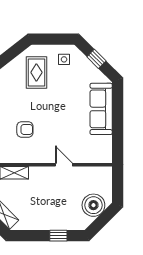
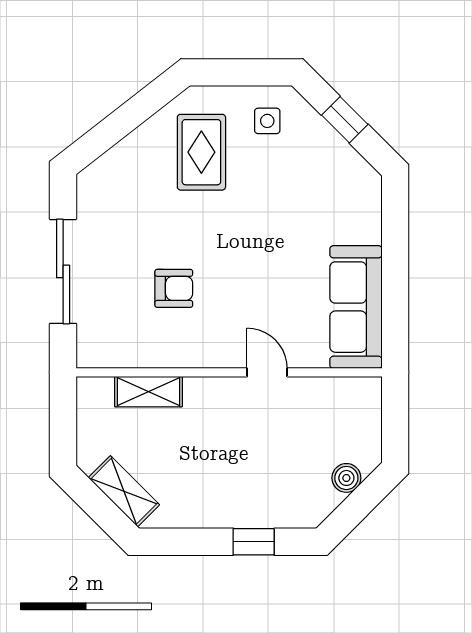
sofa: (101, 109) -> (356, 307), moved
boiler: (93, 205) -> (346, 478), width x0.54, depth x0.54

